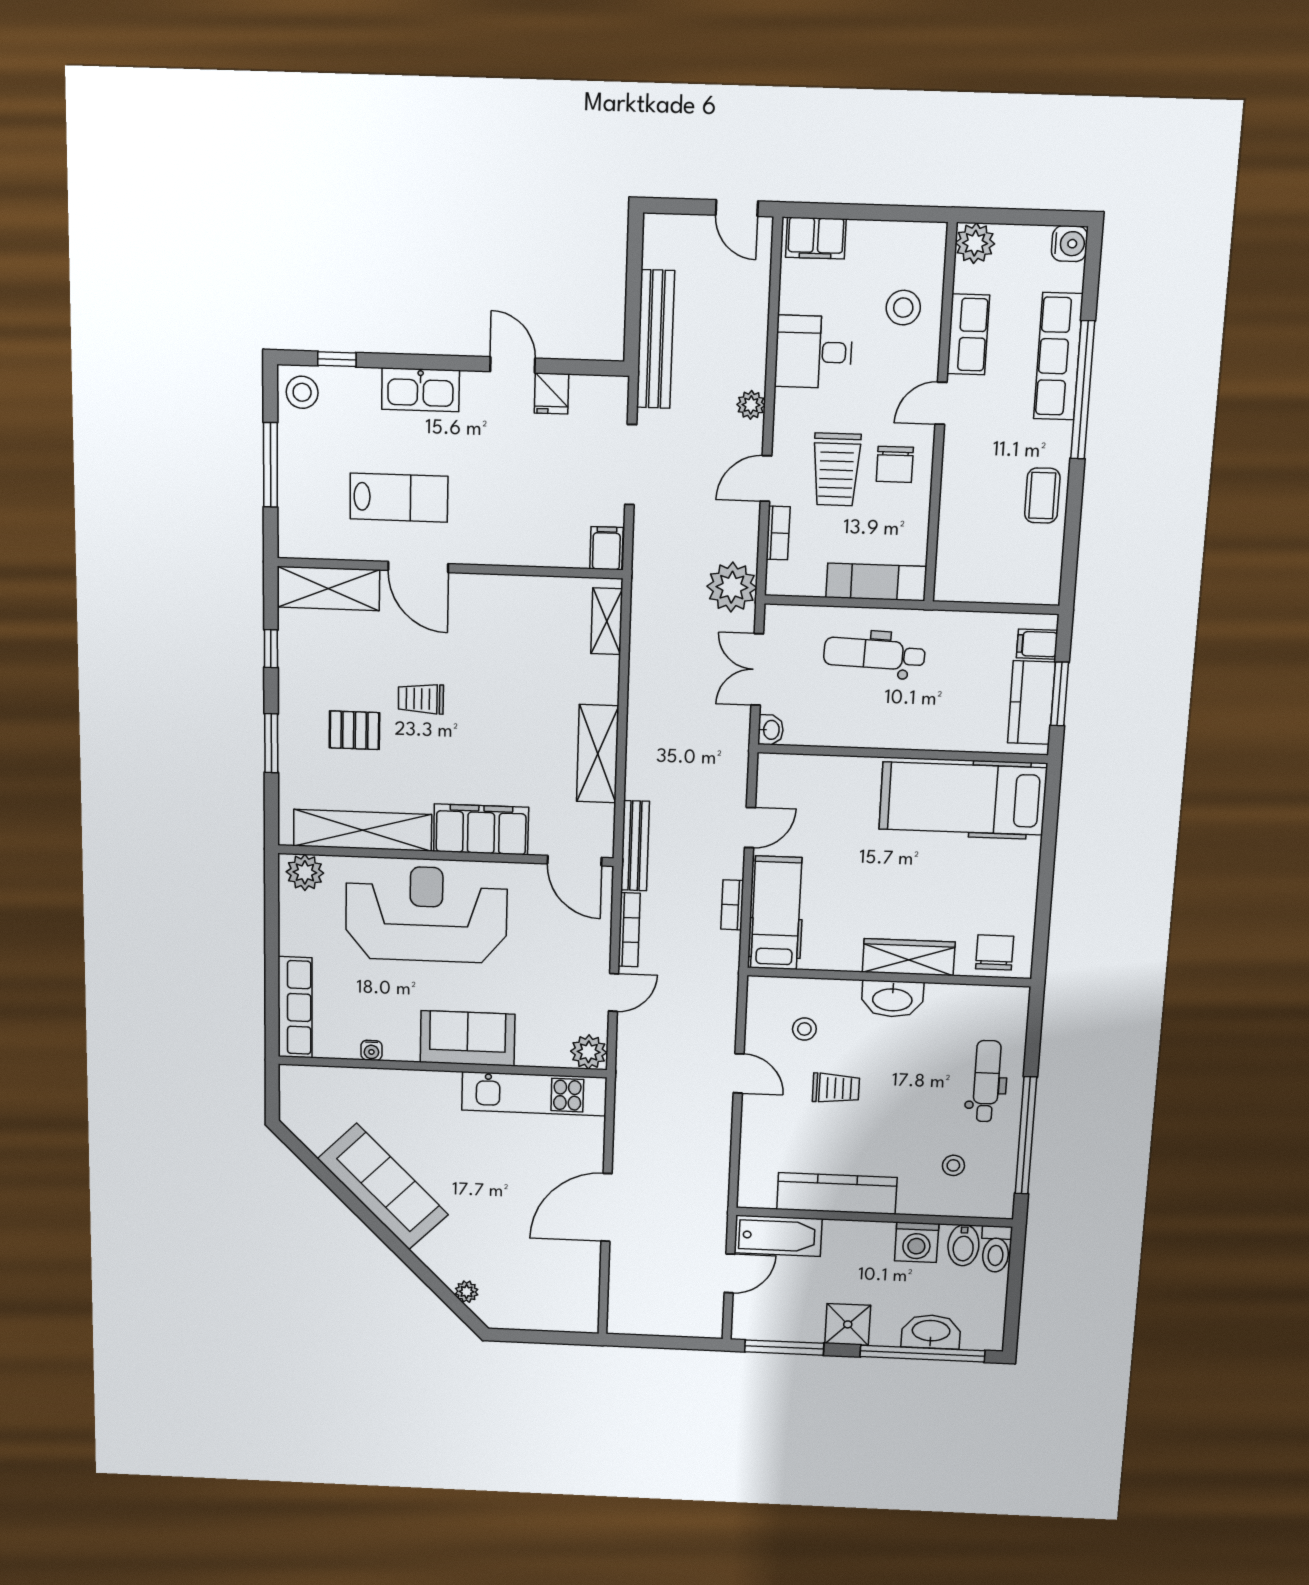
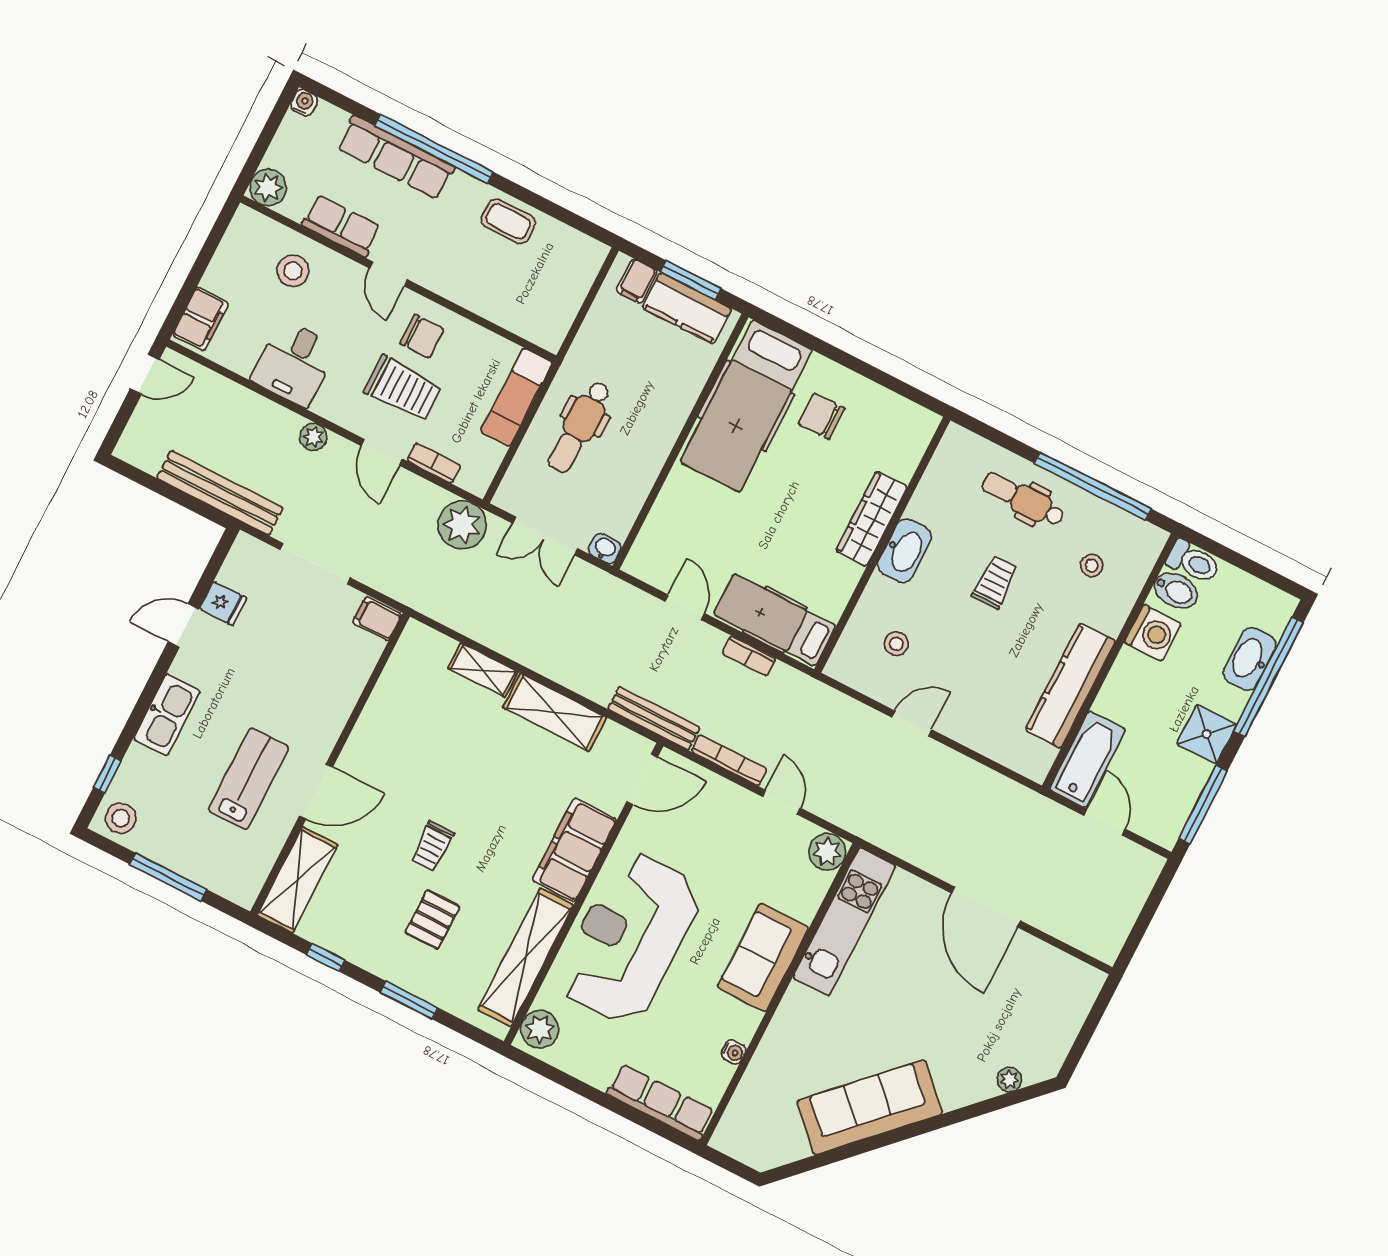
water cooler: (1070, 244) -> (304, 103), width x0.72, depth x0.72
shelving: (607, 621) -> (483, 670), moved
chair: (995, 952) -> (821, 416), moved
trolley: (836, 1088) -> (995, 582), moved

